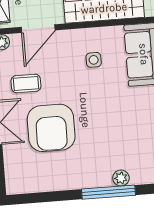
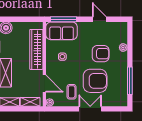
armchair: (106, 135) -> (101, 54), added
window: (109, 192) -> (130, 81), moved

